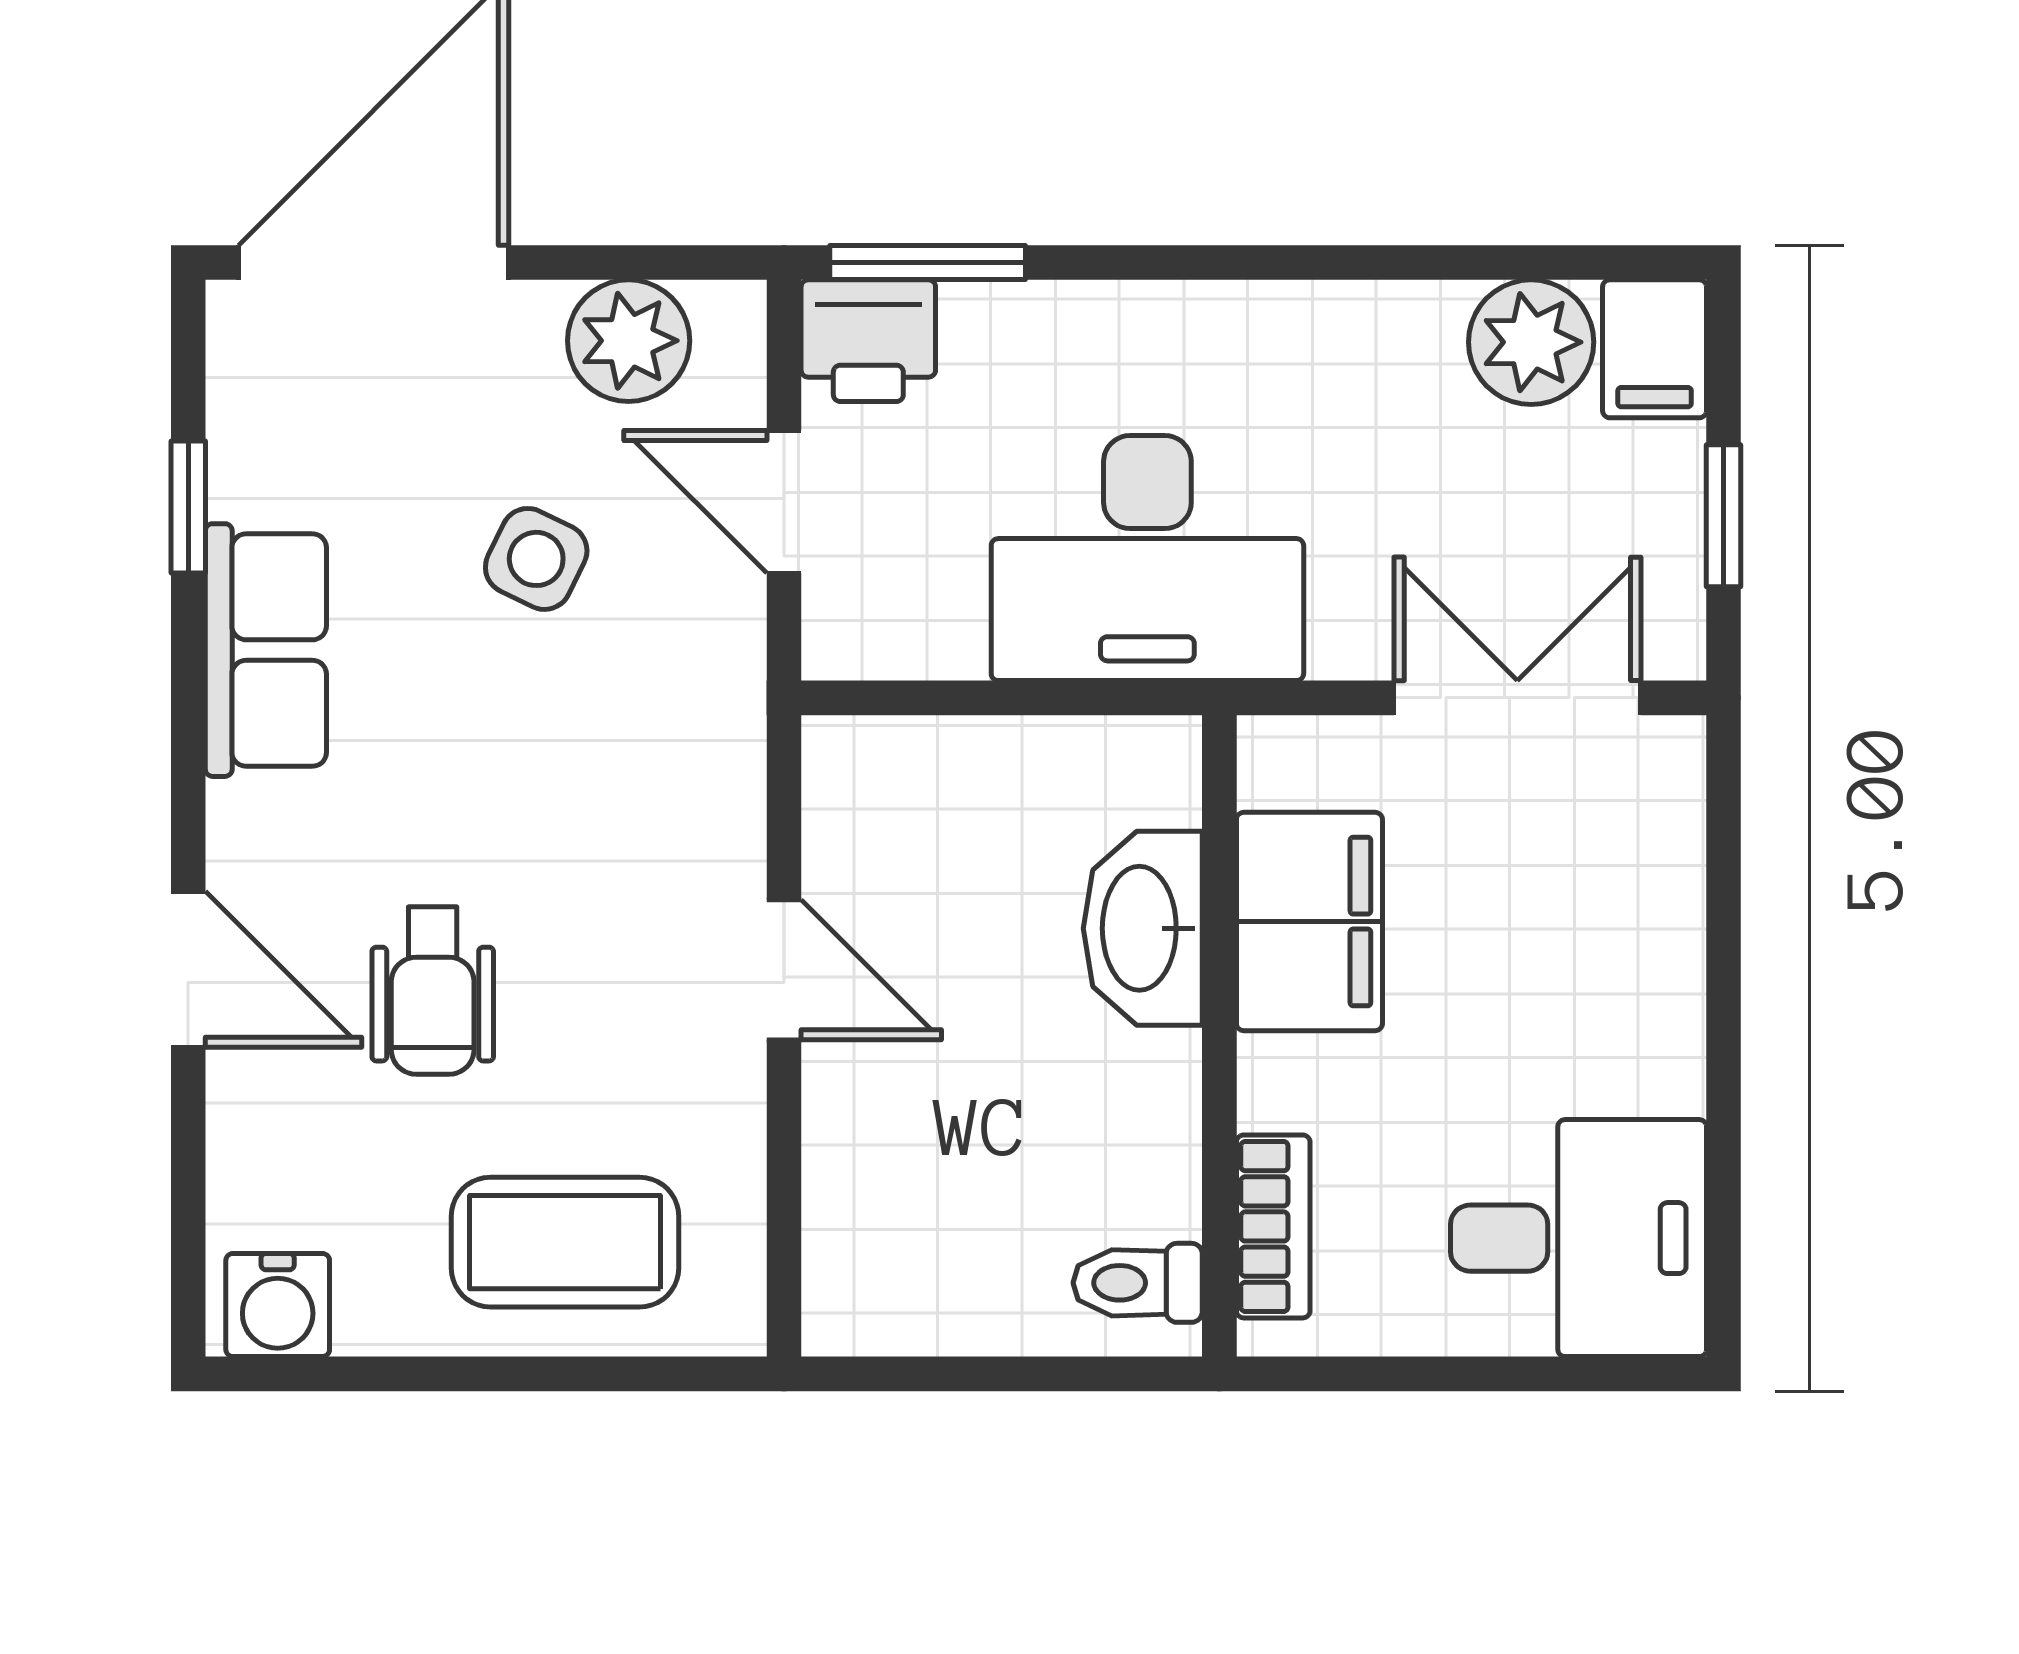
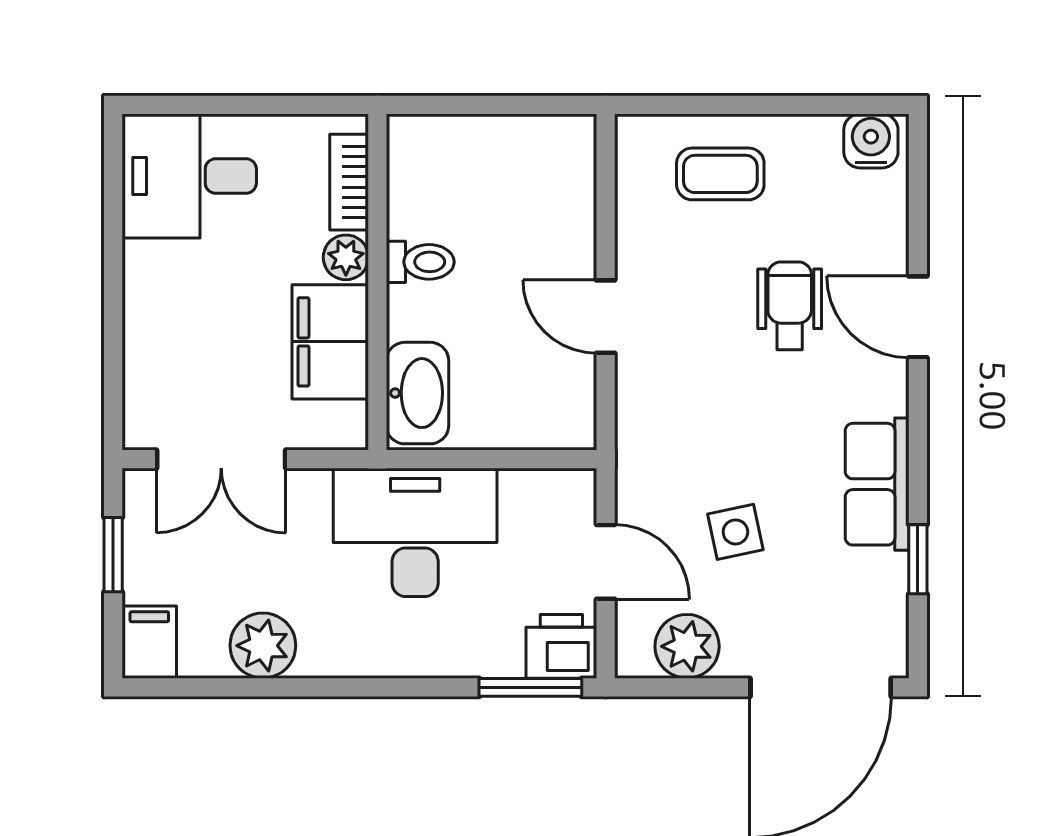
plant: (1531, 342) -> (263, 646), moved
side table: (536, 559) -> (735, 532), turned -38
washbasin: (1143, 928) -> (417, 393), moved
plant: (1279, 1083) -> (346, 257), added
coffee table: (565, 1242) -> (720, 174), width x0.73, depth x0.77
toilet: (1138, 1283) -> (420, 262), moved

